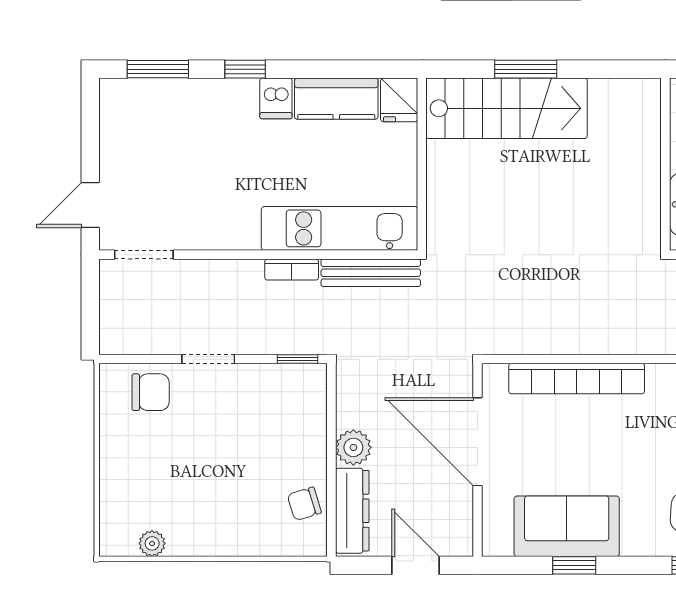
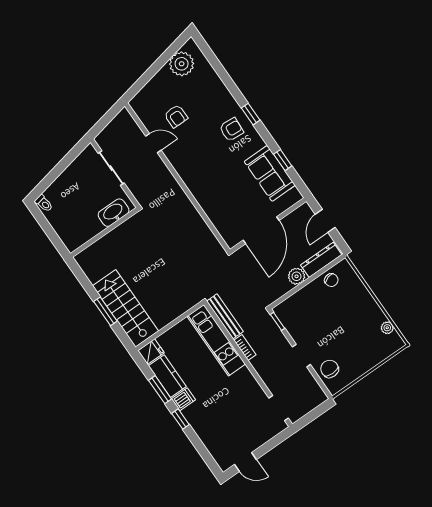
window: (158, 69) -> (160, 390), moved
door: (90, 205) -> (245, 462), moved
bookcase: (577, 379) -> (210, 209), removed

